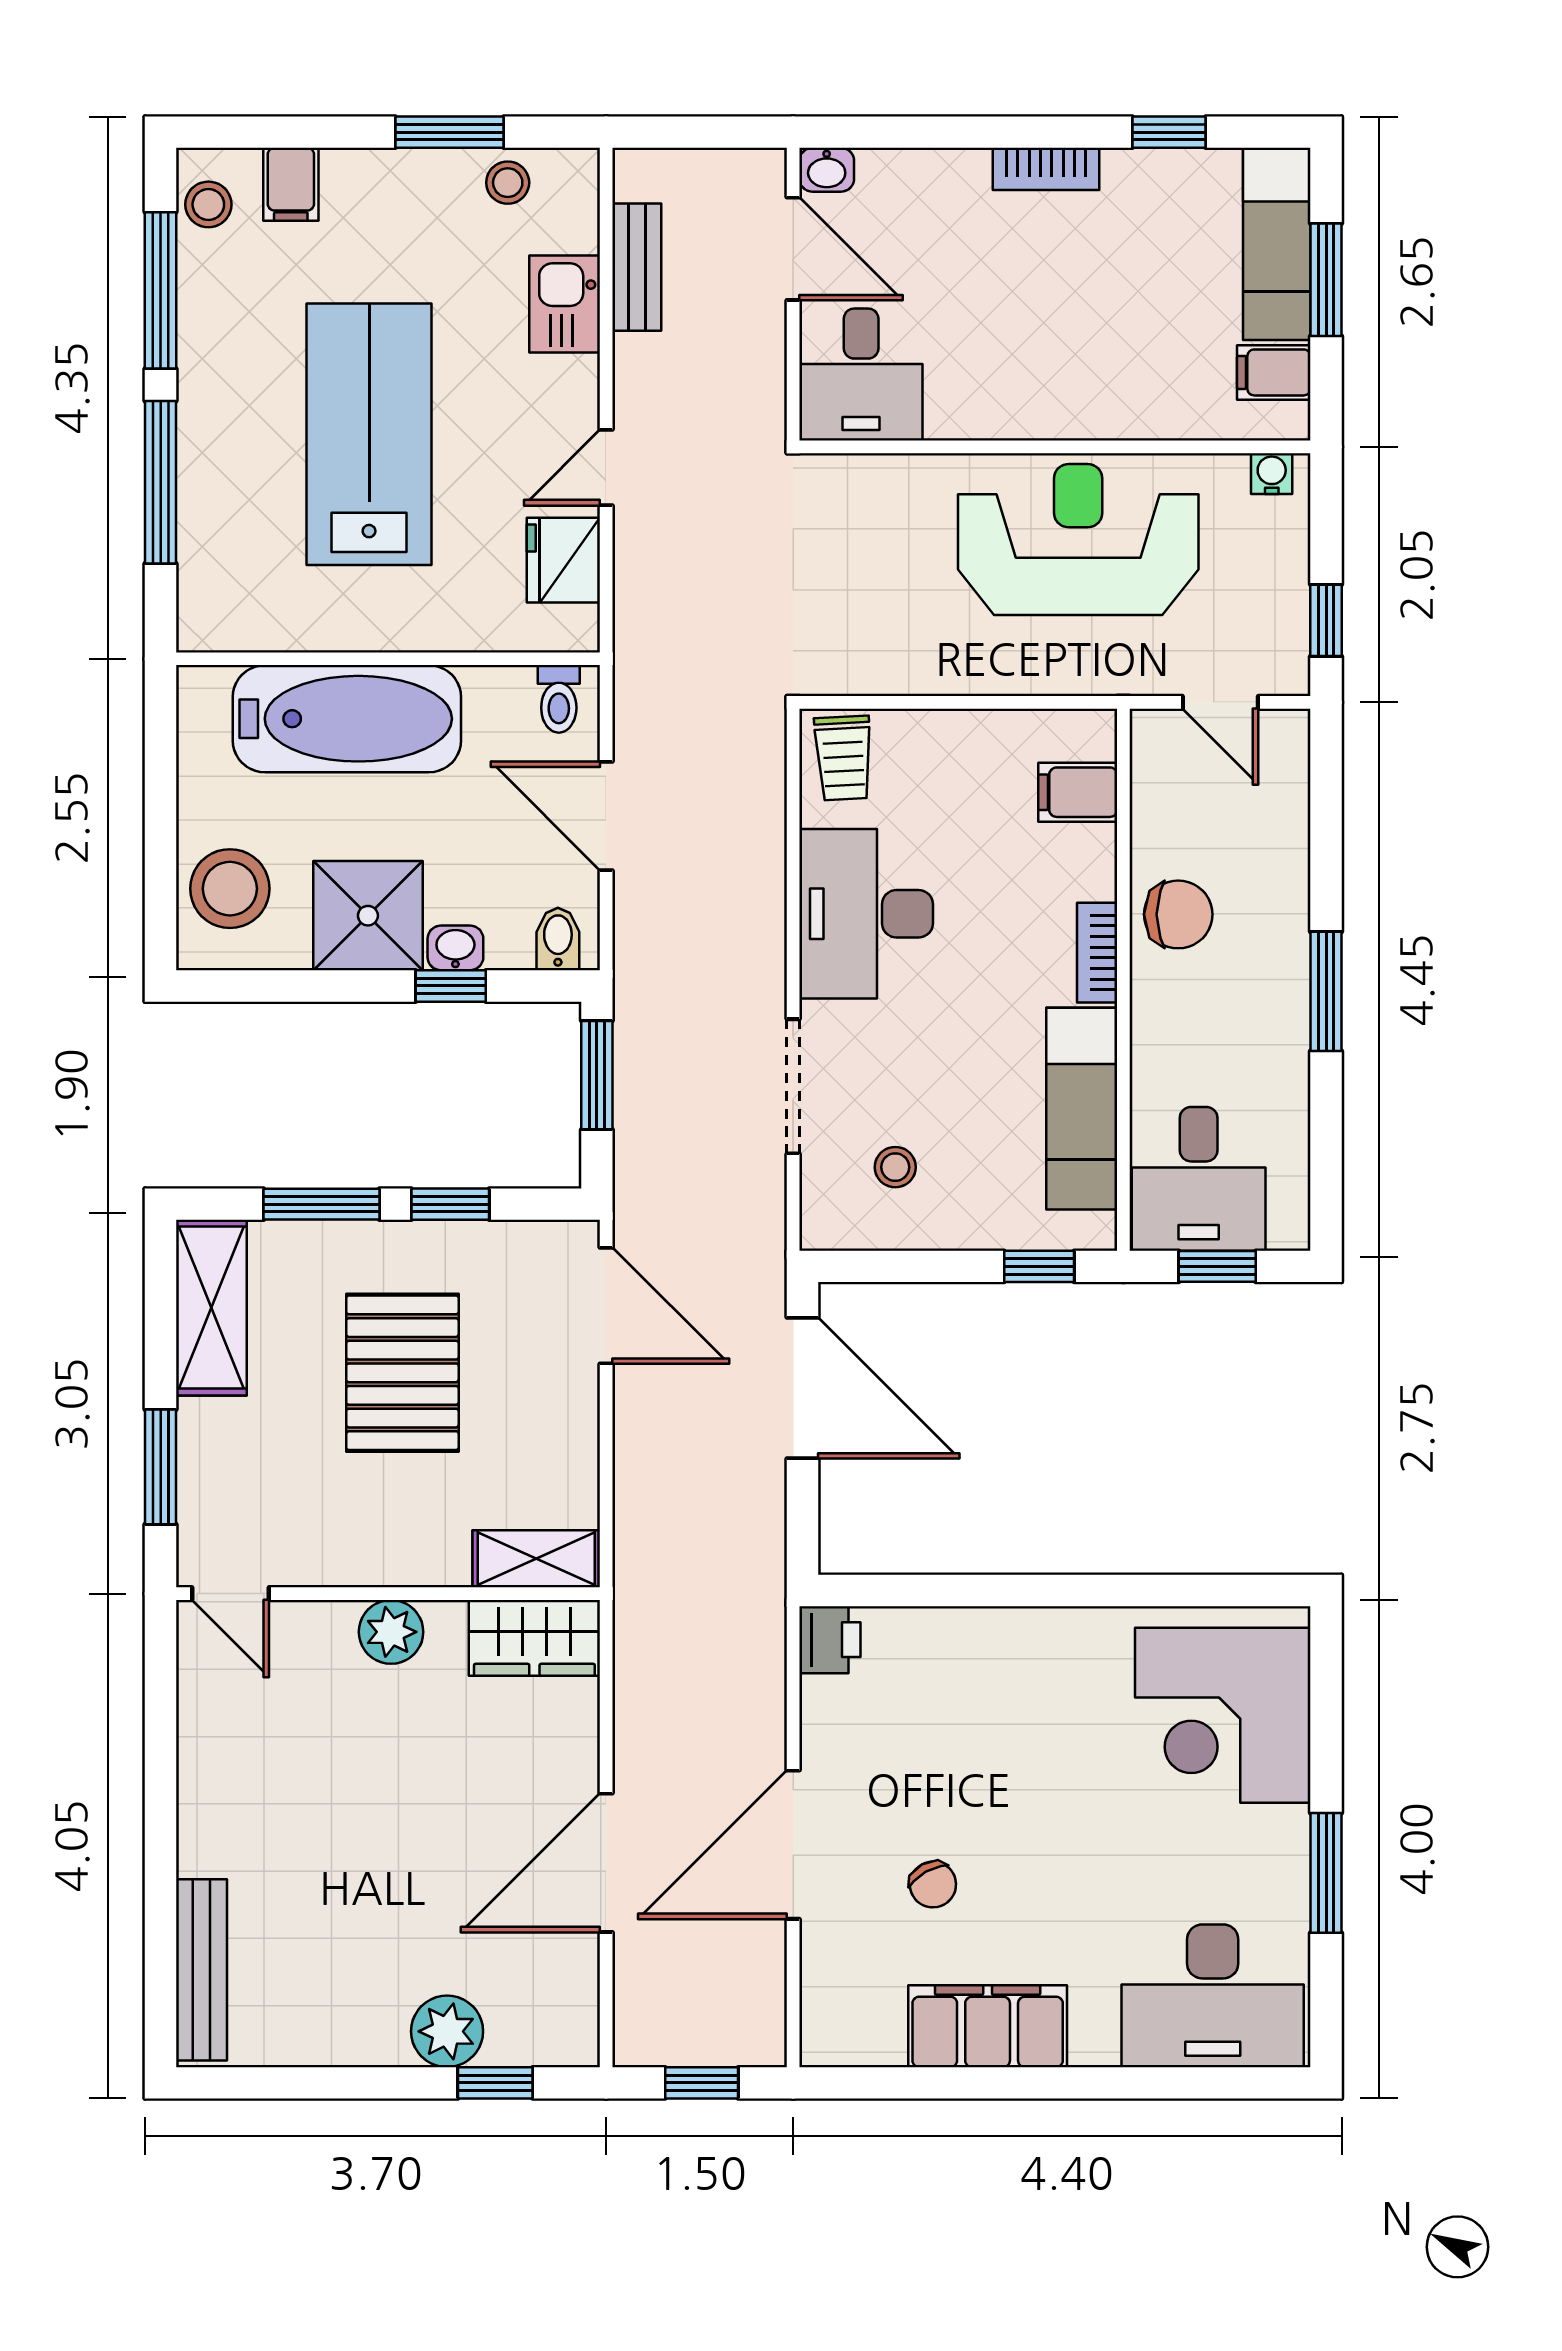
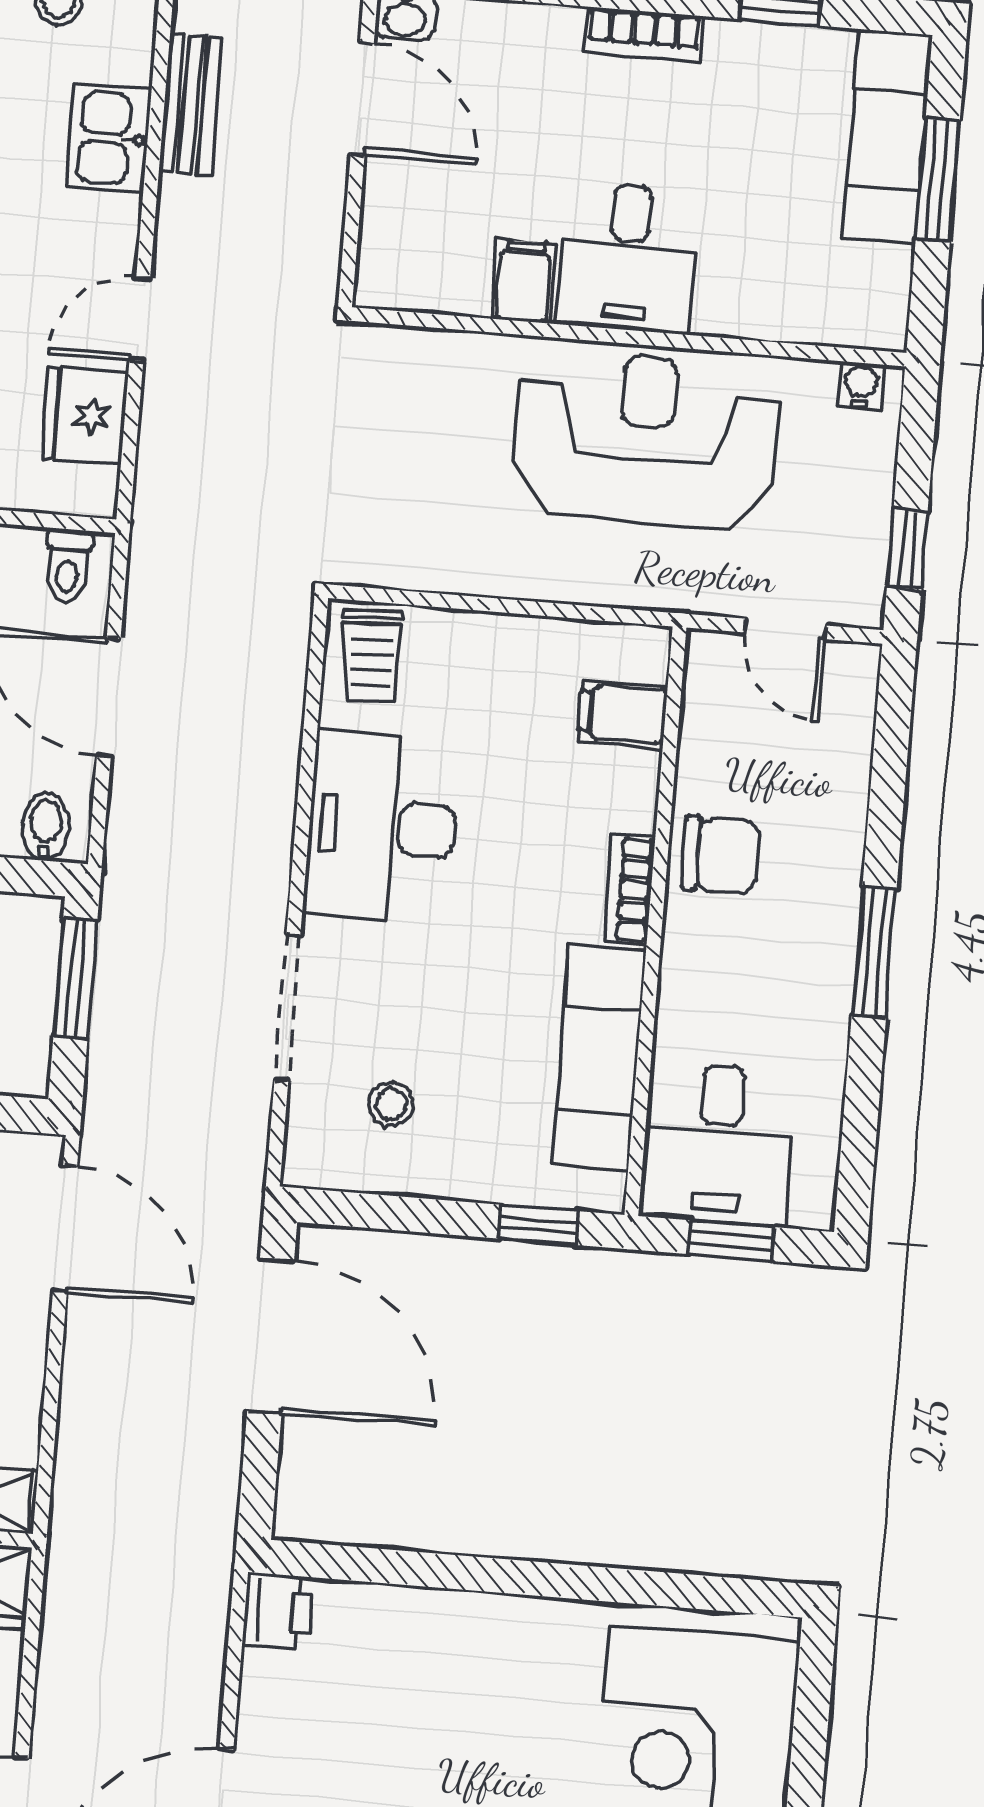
filing cabinet: (1274, 372) -> (524, 281), moved, turned 90
desk: (861, 375) -> (628, 258), moved

